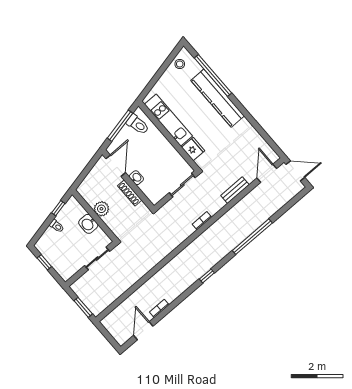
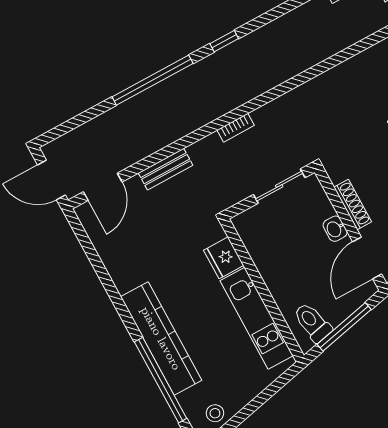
sliding door: (182, 185) -> (279, 186), moved
window: (207, 276) -> (224, 41), moved

